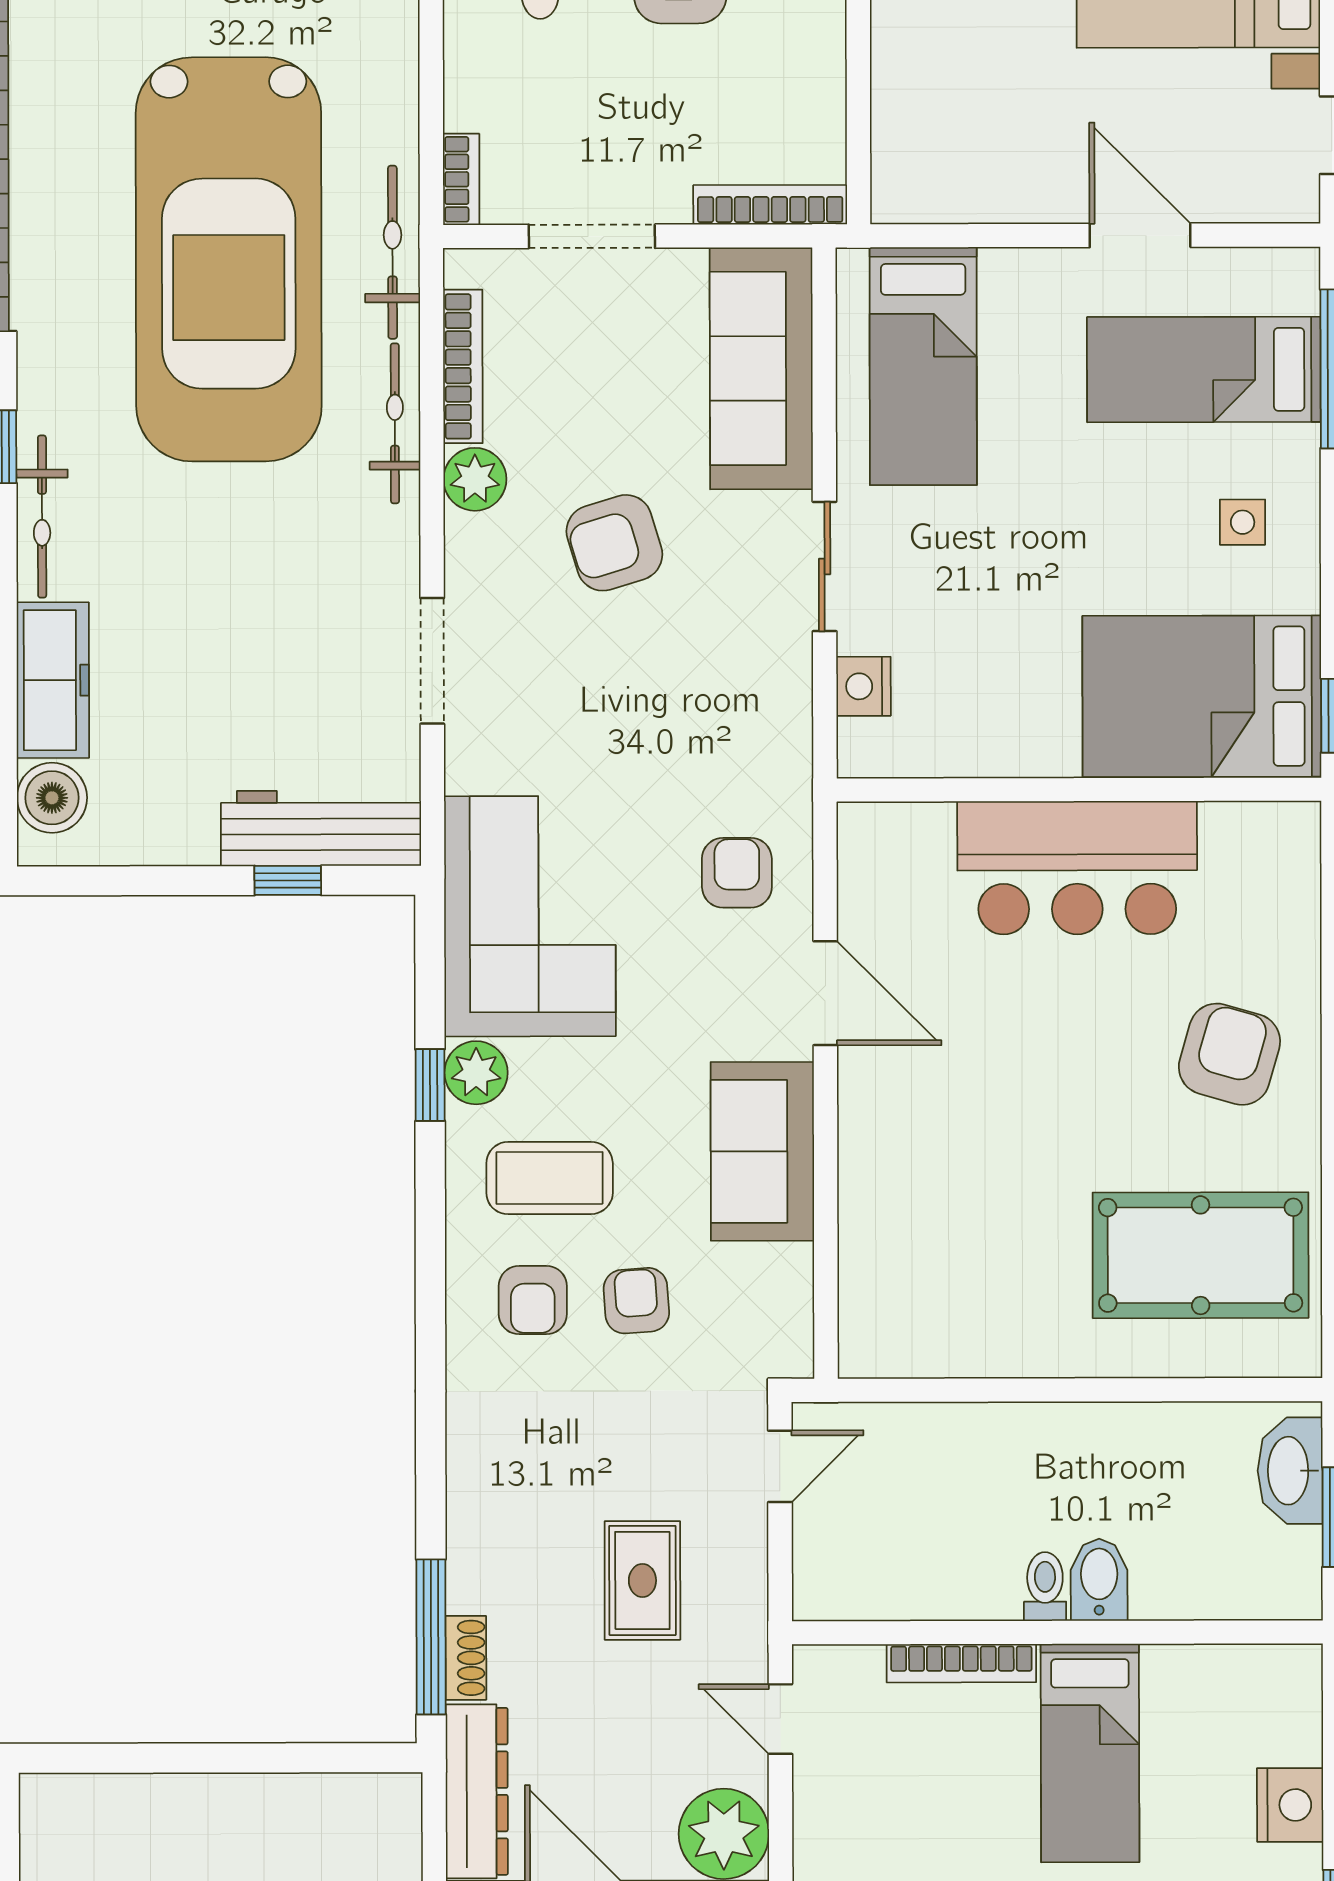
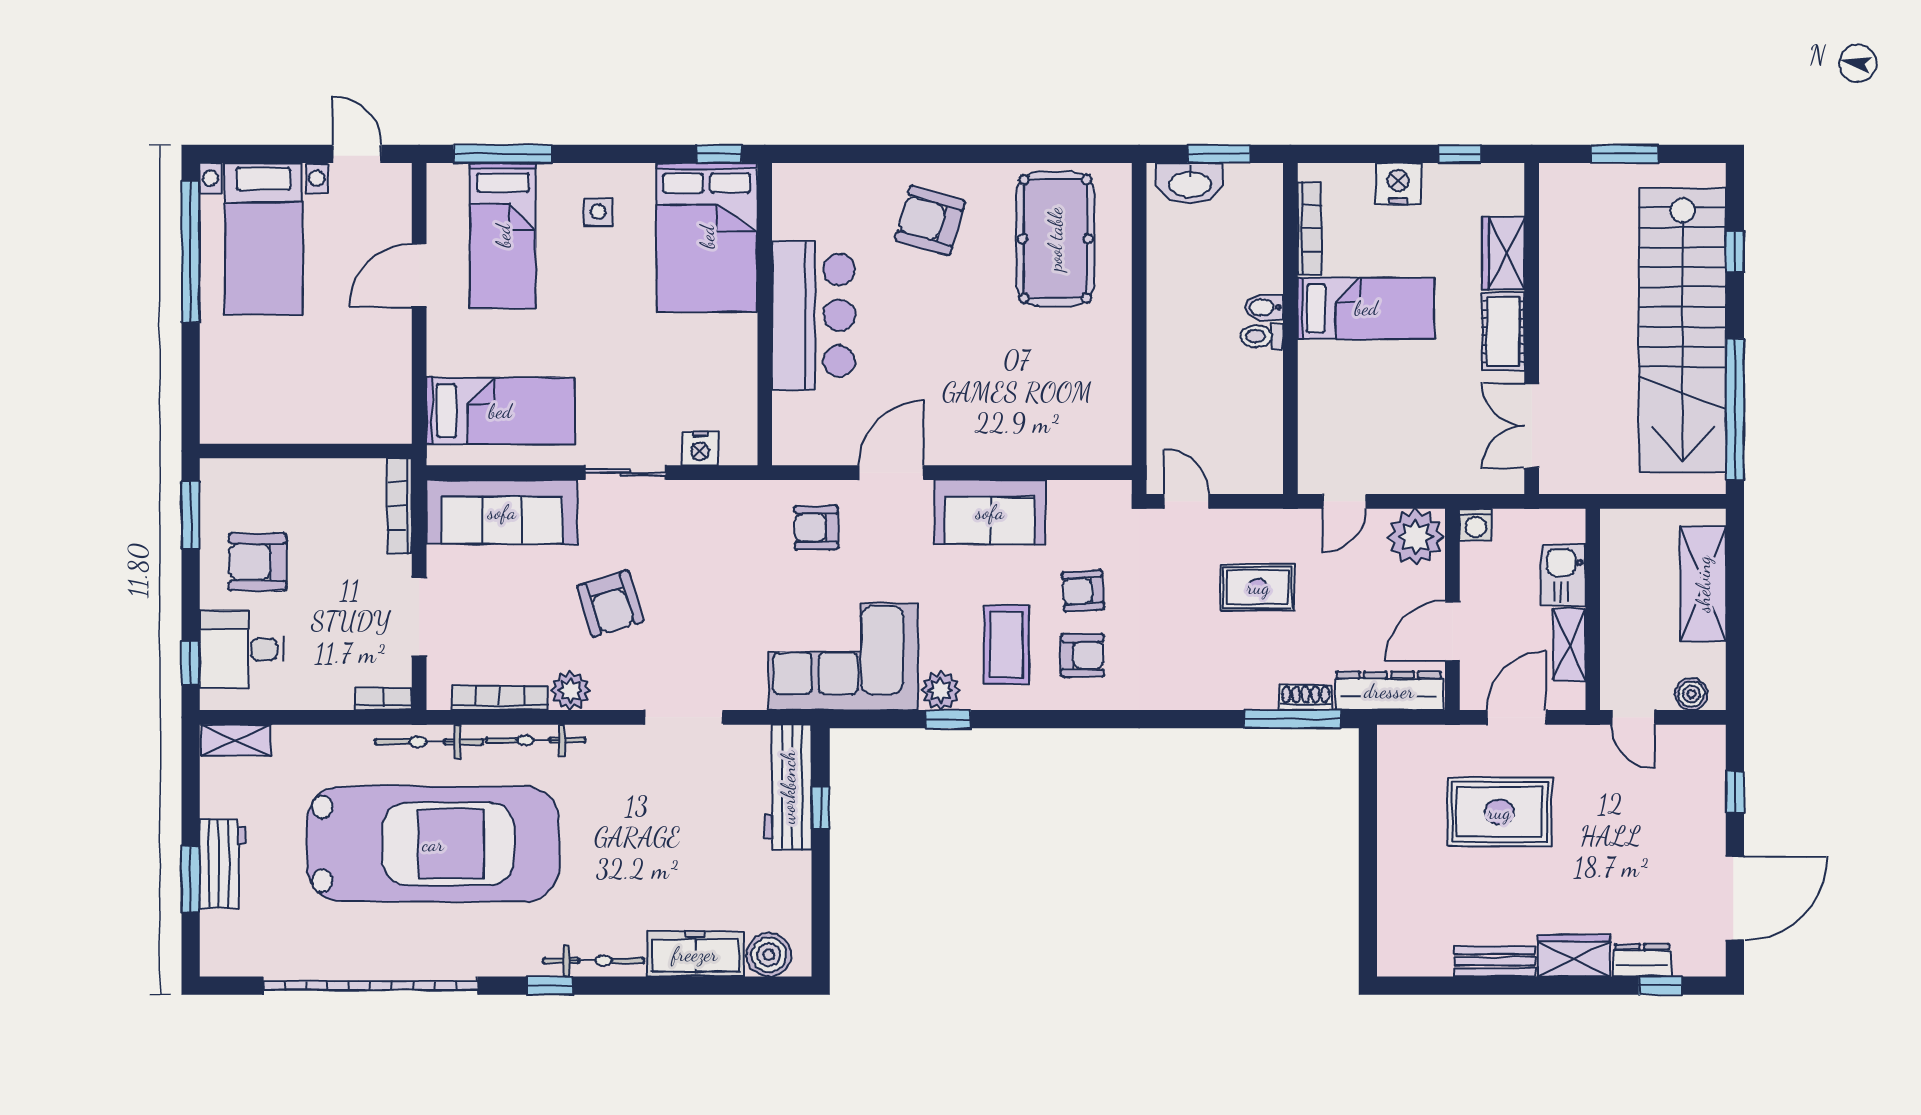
bidet: (1099, 1580) -> (1264, 307), width x0.72, depth x0.74
bookcase: (961, 1663) -> (1310, 228), moved

